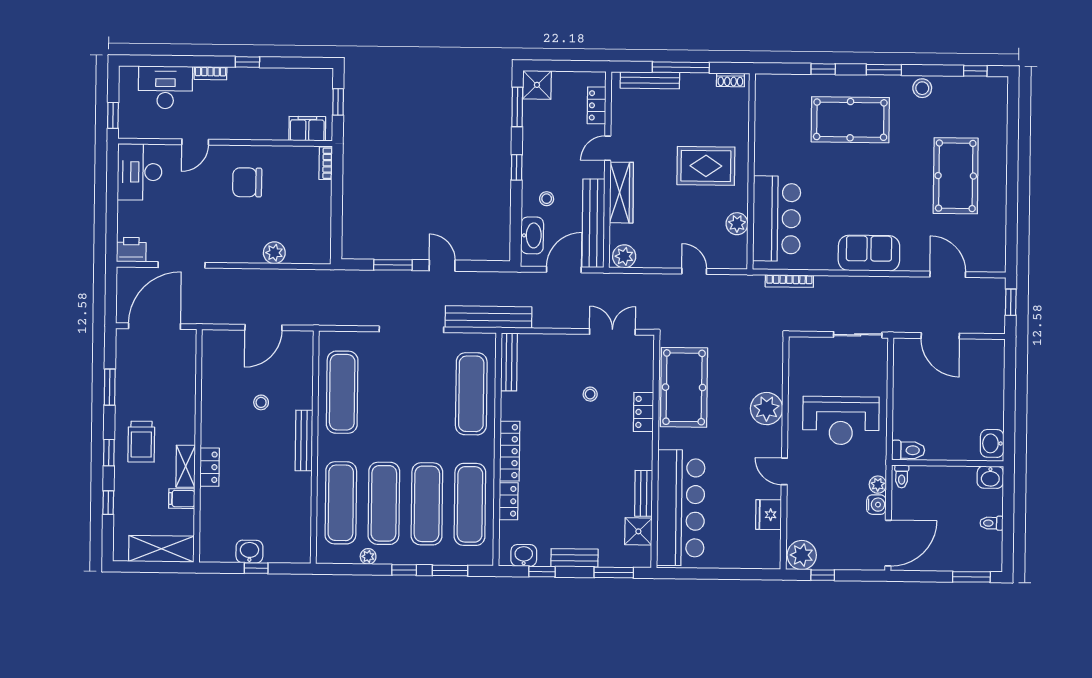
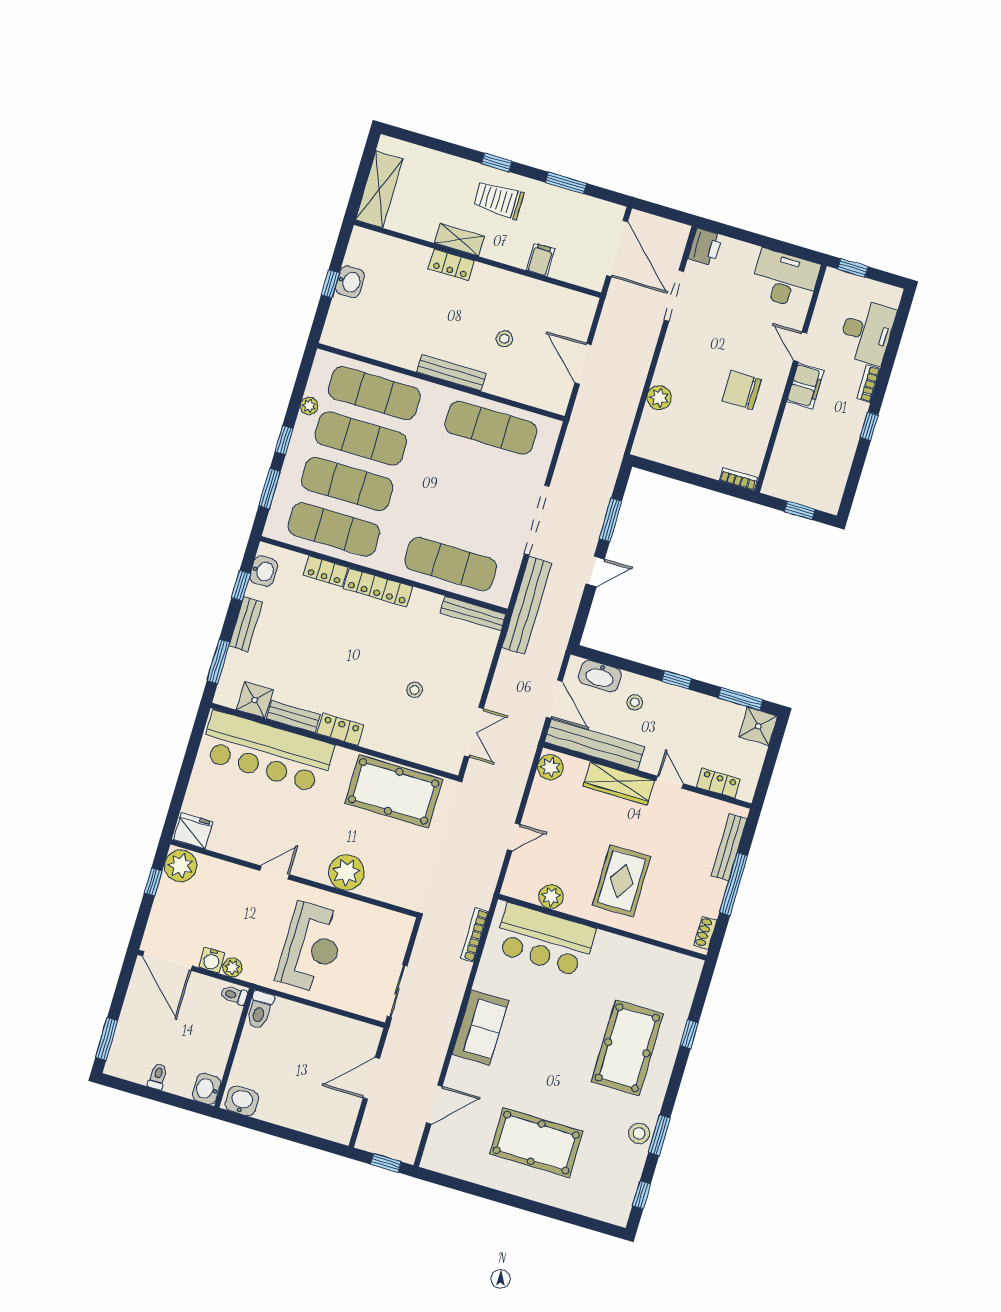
window: (884, 70) -> (659, 1135), moved
filing cabinet: (307, 129) -> (805, 386), moved
chair: (247, 182) -> (742, 390), turned -90
locker: (643, 412) -> (340, 729), moved
reception desk: (841, 420) -> (311, 948), turned 180
filing cabinet: (182, 499) -> (541, 260), moved
window: (108, 503) -> (444, 147), removed
fridge: (769, 515) -> (193, 831), moved

